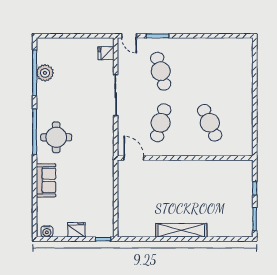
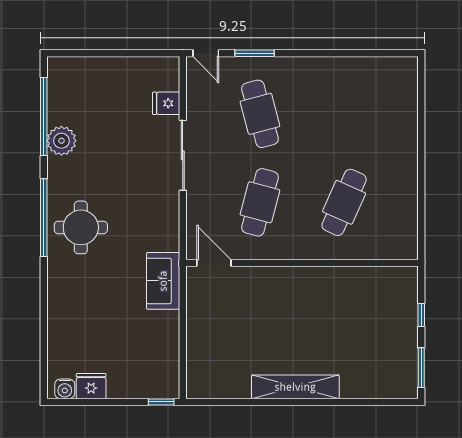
fridge: (106, 53) -> (166, 103), moved
plant: (45, 73) -> (61, 141), moved
cafe table: (210, 123) -> (344, 202), turned 48
sofa: (46, 180) -> (163, 281), moved, turned 180
fridge: (76, 230) -> (91, 386), moved

